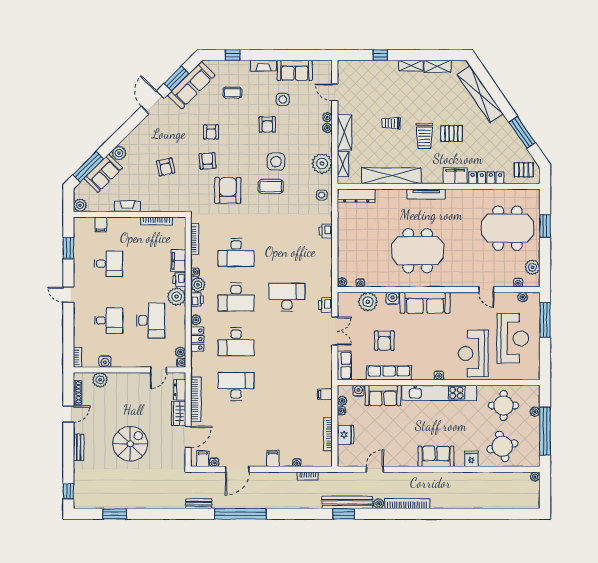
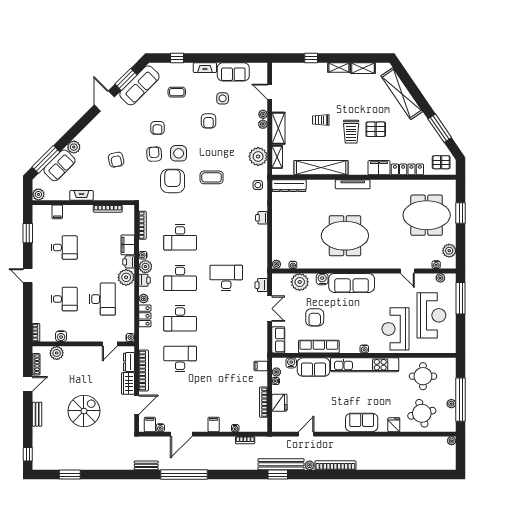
side table: (276, 162) -> (179, 153), moved
plant: (180, 352) -> (130, 328), removed
plant: (535, 412) -> (451, 404), moved

